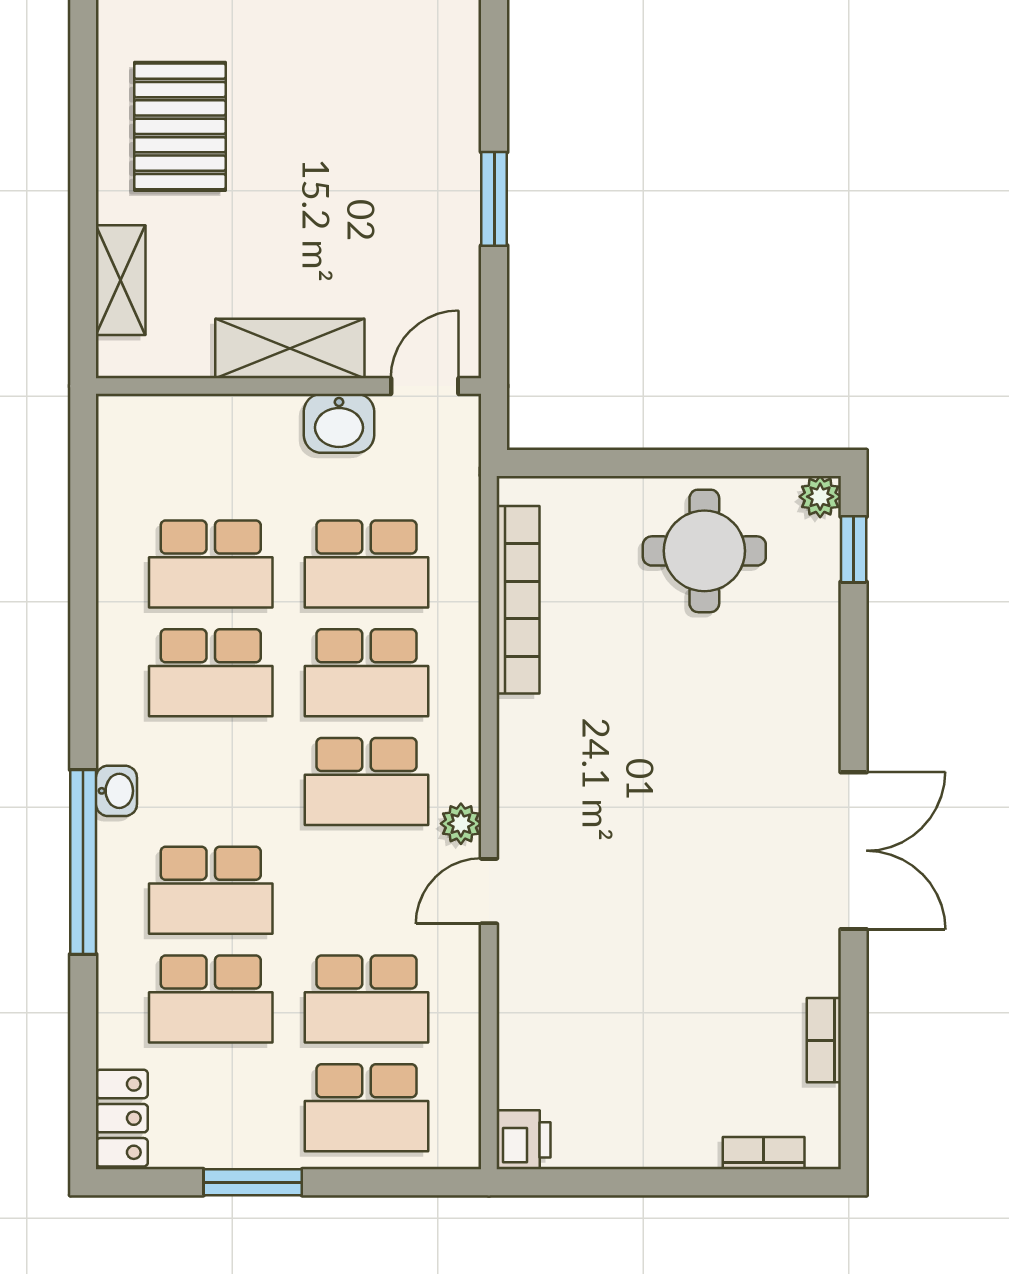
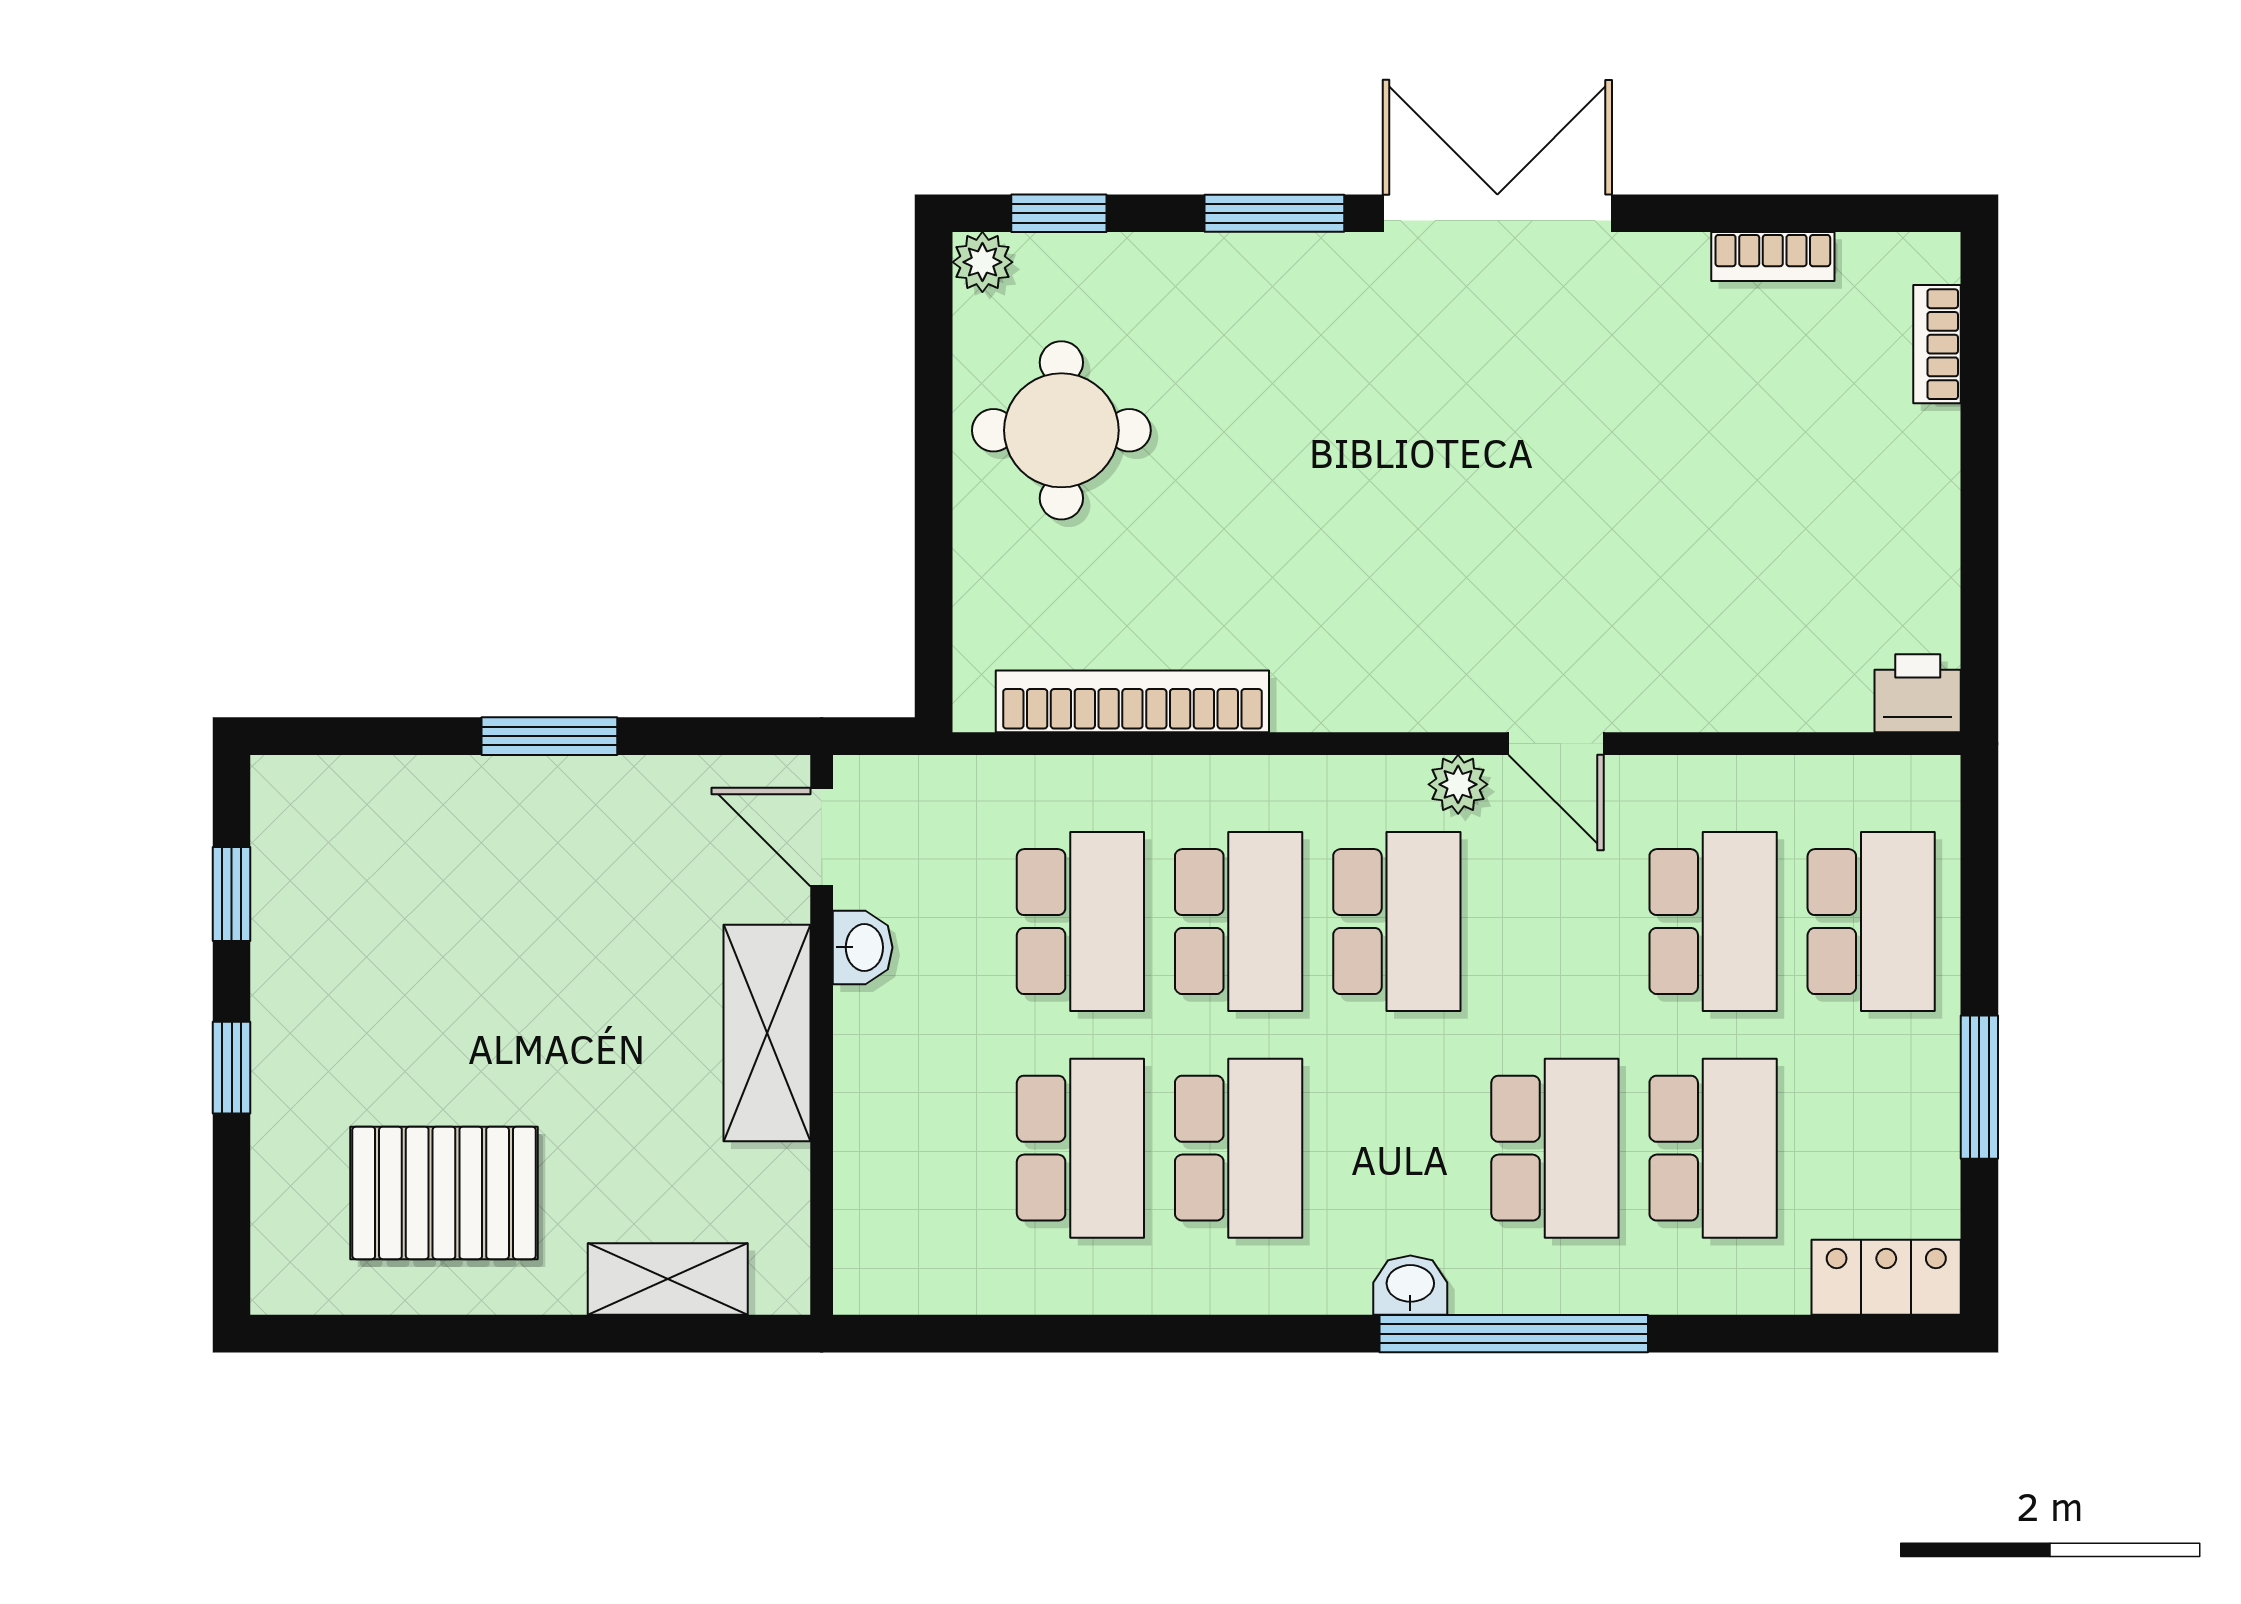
washbasin: (339, 423) -> (863, 947), width x0.72, depth x0.69
window: (854, 697) -> (1274, 213), added

